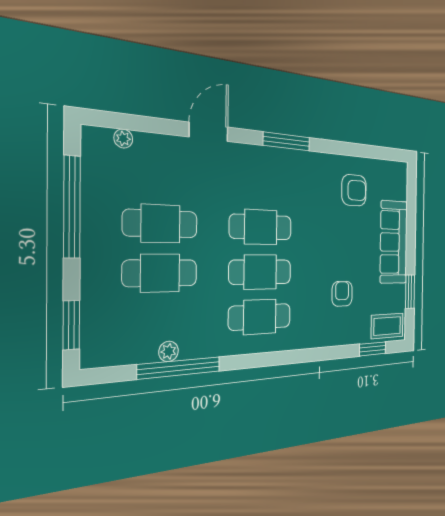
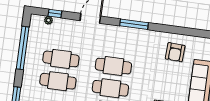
window: (135, 123) -> (55, 14), added
armchair: (354, 190) -> (175, 52), turned 93

